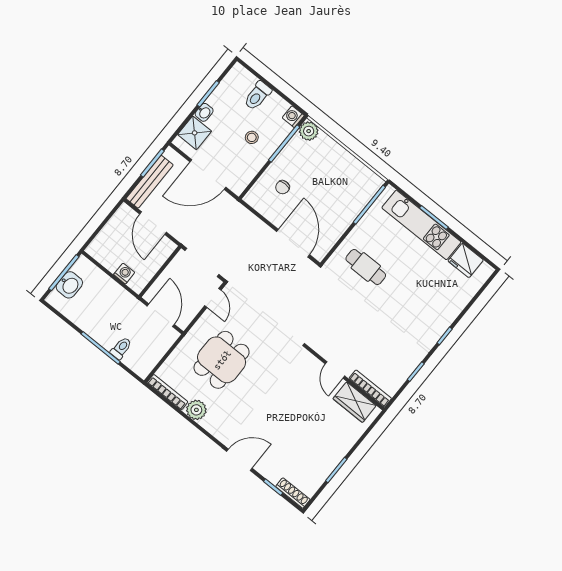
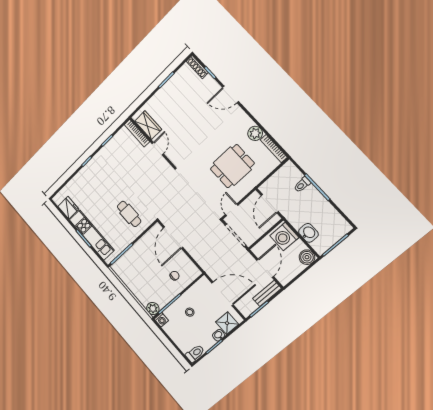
toilet: (258, 96) -> (195, 353), moved
bench: (150, 182) -> (267, 293), width x0.73
boiler: (99, 249) -> (307, 257), added
washing machine: (124, 273) -> (284, 237), width x1.89, depth x1.89
washbasin: (69, 285) -> (308, 233), moved, turned 90

